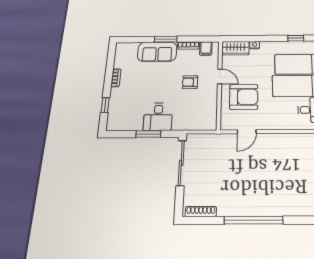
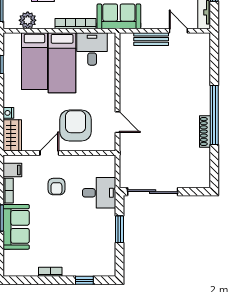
desk: (158, 117) -> (99, 193), moved
shoe rack: (201, 212) -> (205, 131), moved

